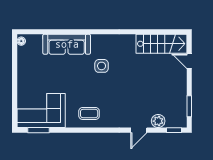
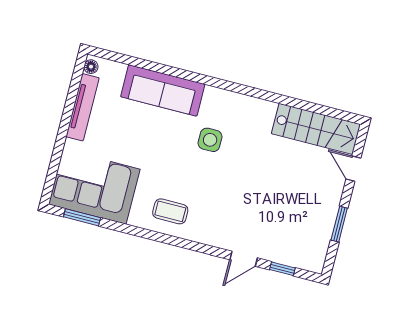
tv unit: (22, 66) -> (82, 107), added
window: (189, 106) -> (339, 224), moved
plant: (158, 121) -> (279, 252), removed
window: (174, 130) -> (282, 269), moved

